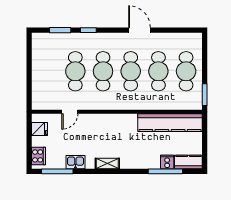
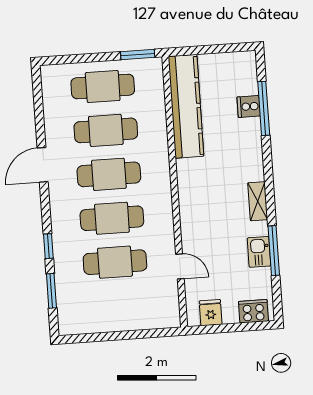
kitchen counter: (188, 162) -> (246, 73), removed
window: (57, 171) -> (274, 251), moved

